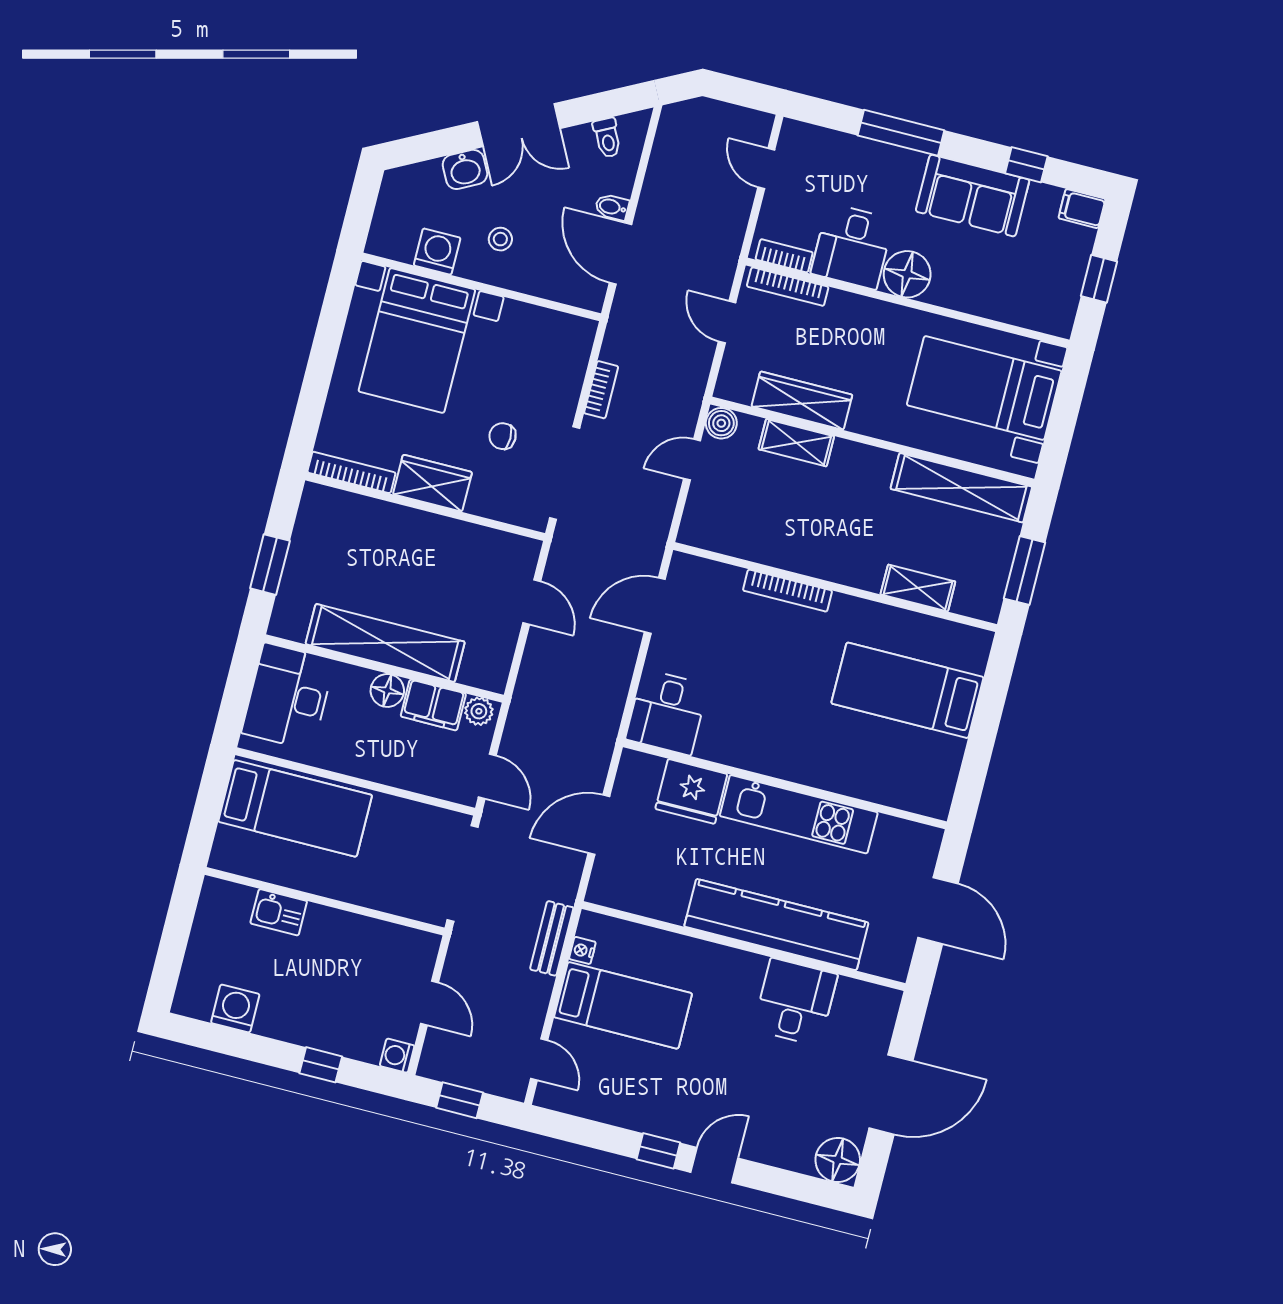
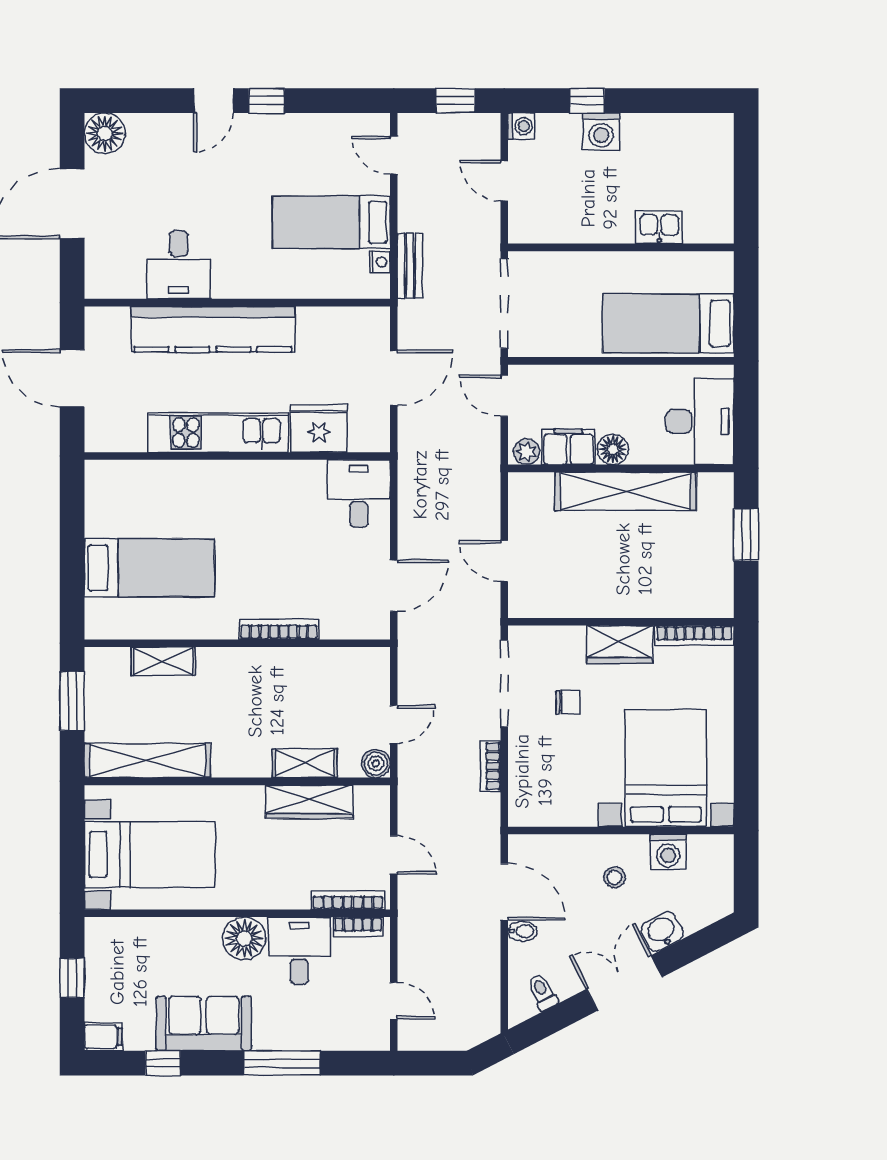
washing machine: (235, 1009) -> (601, 131), moved

